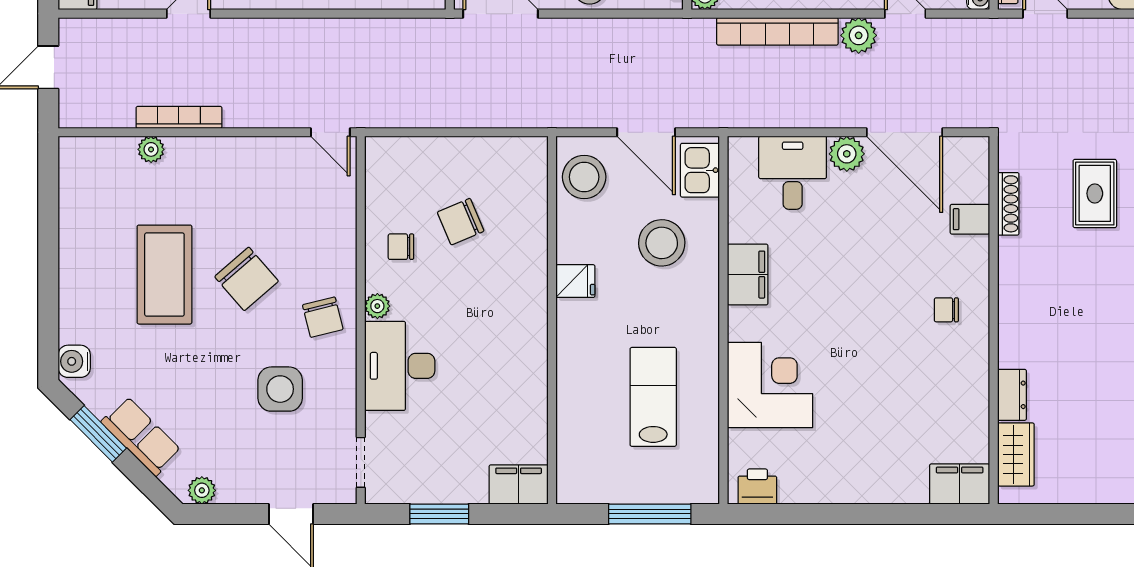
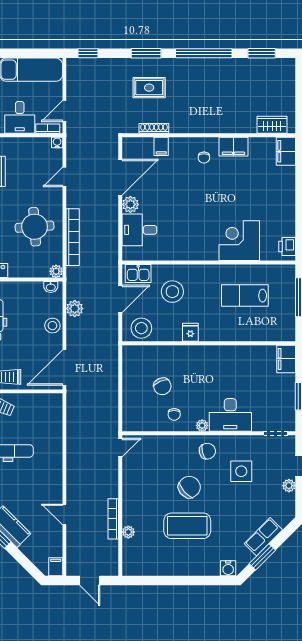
plant: (859, 35) -> (75, 309), moved
filing cabinet: (748, 275) -> (233, 147), moved, turned 180
dresser: (1012, 395) -> (244, 127), removed
plant: (202, 490) -> (289, 486), moved

